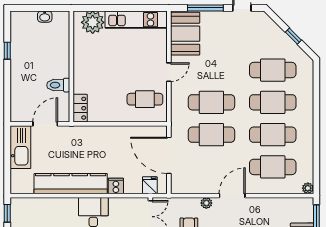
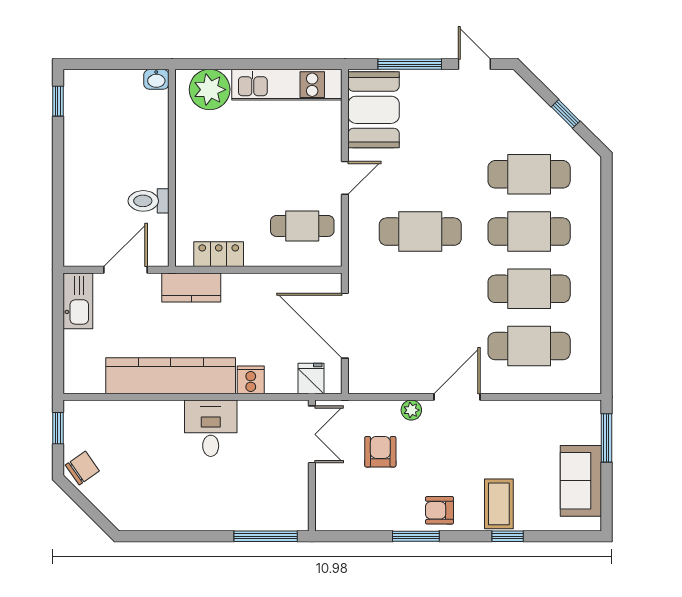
washbasin: (45, 17) -> (156, 79), moved
window: (7, 51) -> (58, 101), moved
locker: (80, 108) -> (219, 254), moved, turned -90
kitchen counter: (82, 134) -> (191, 287), added
cafe table: (211, 135) -> (420, 289), removed
kitchen sink: (20, 147) -> (78, 301), width x0.73, depth x0.81
plant: (308, 188) -> (591, 384), removed

